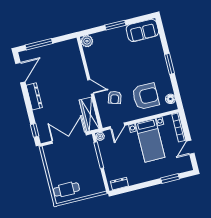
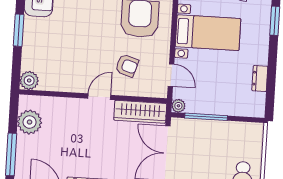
plant: (62, 49) -> (30, 122), added
dresser: (119, 184) -> (260, 78), moved

